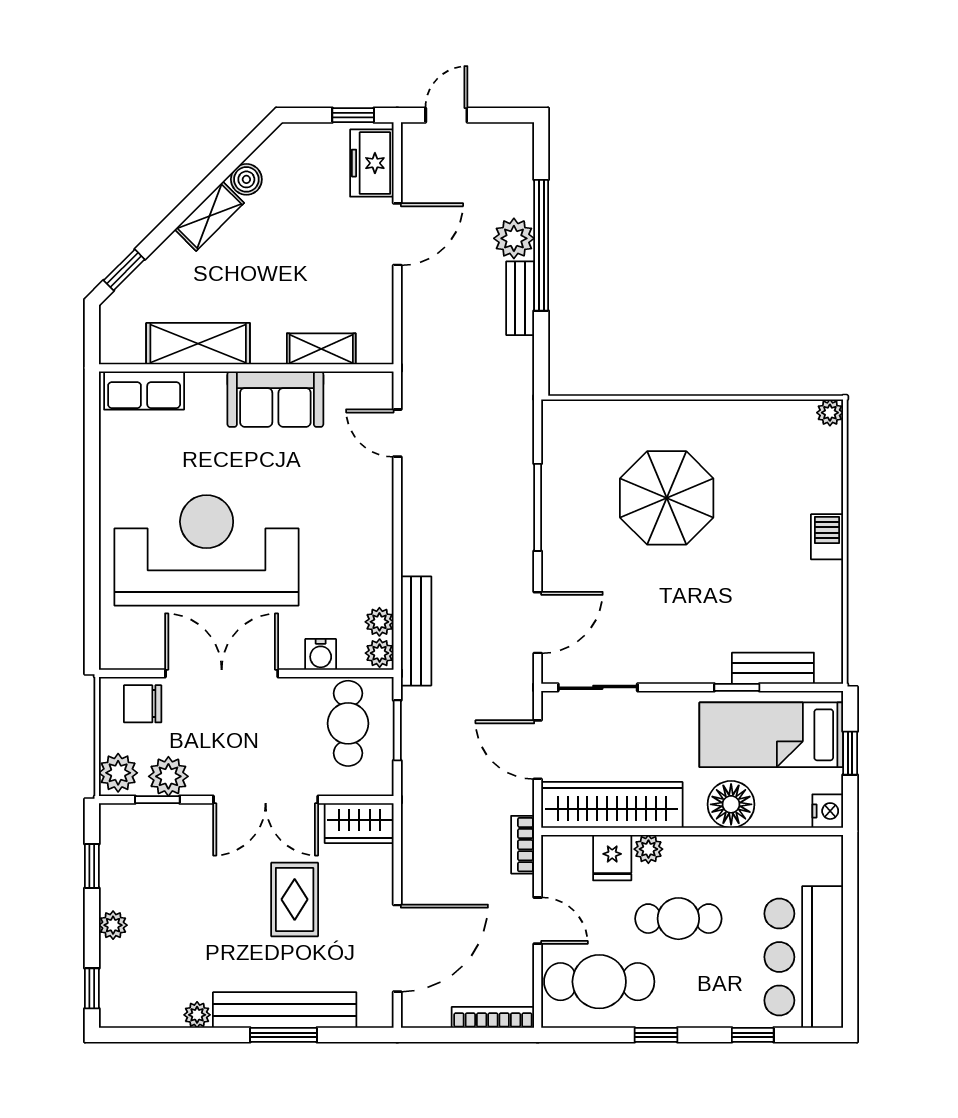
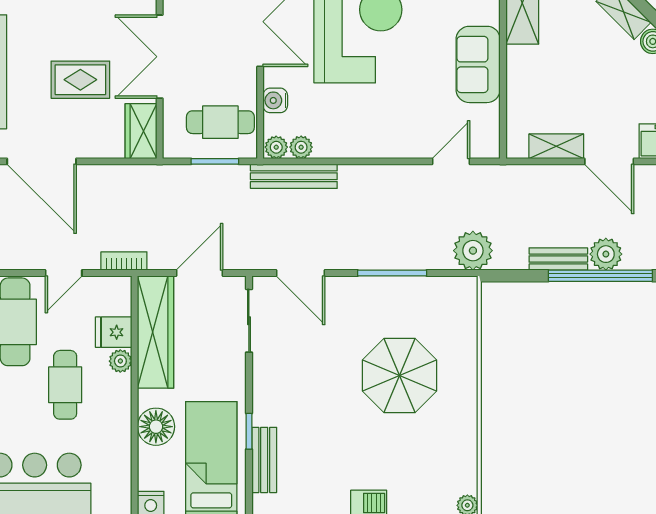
shelving: (321, 349) -> (556, 146), moved, turned 90
plant: (510, 406) -> (473, 251), added

